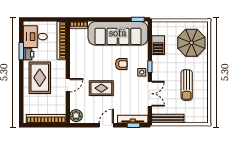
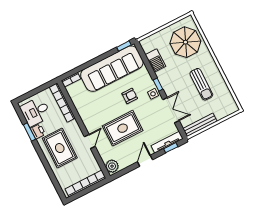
rug: (101, 88) -> (123, 128), width x1.36, depth x1.43

